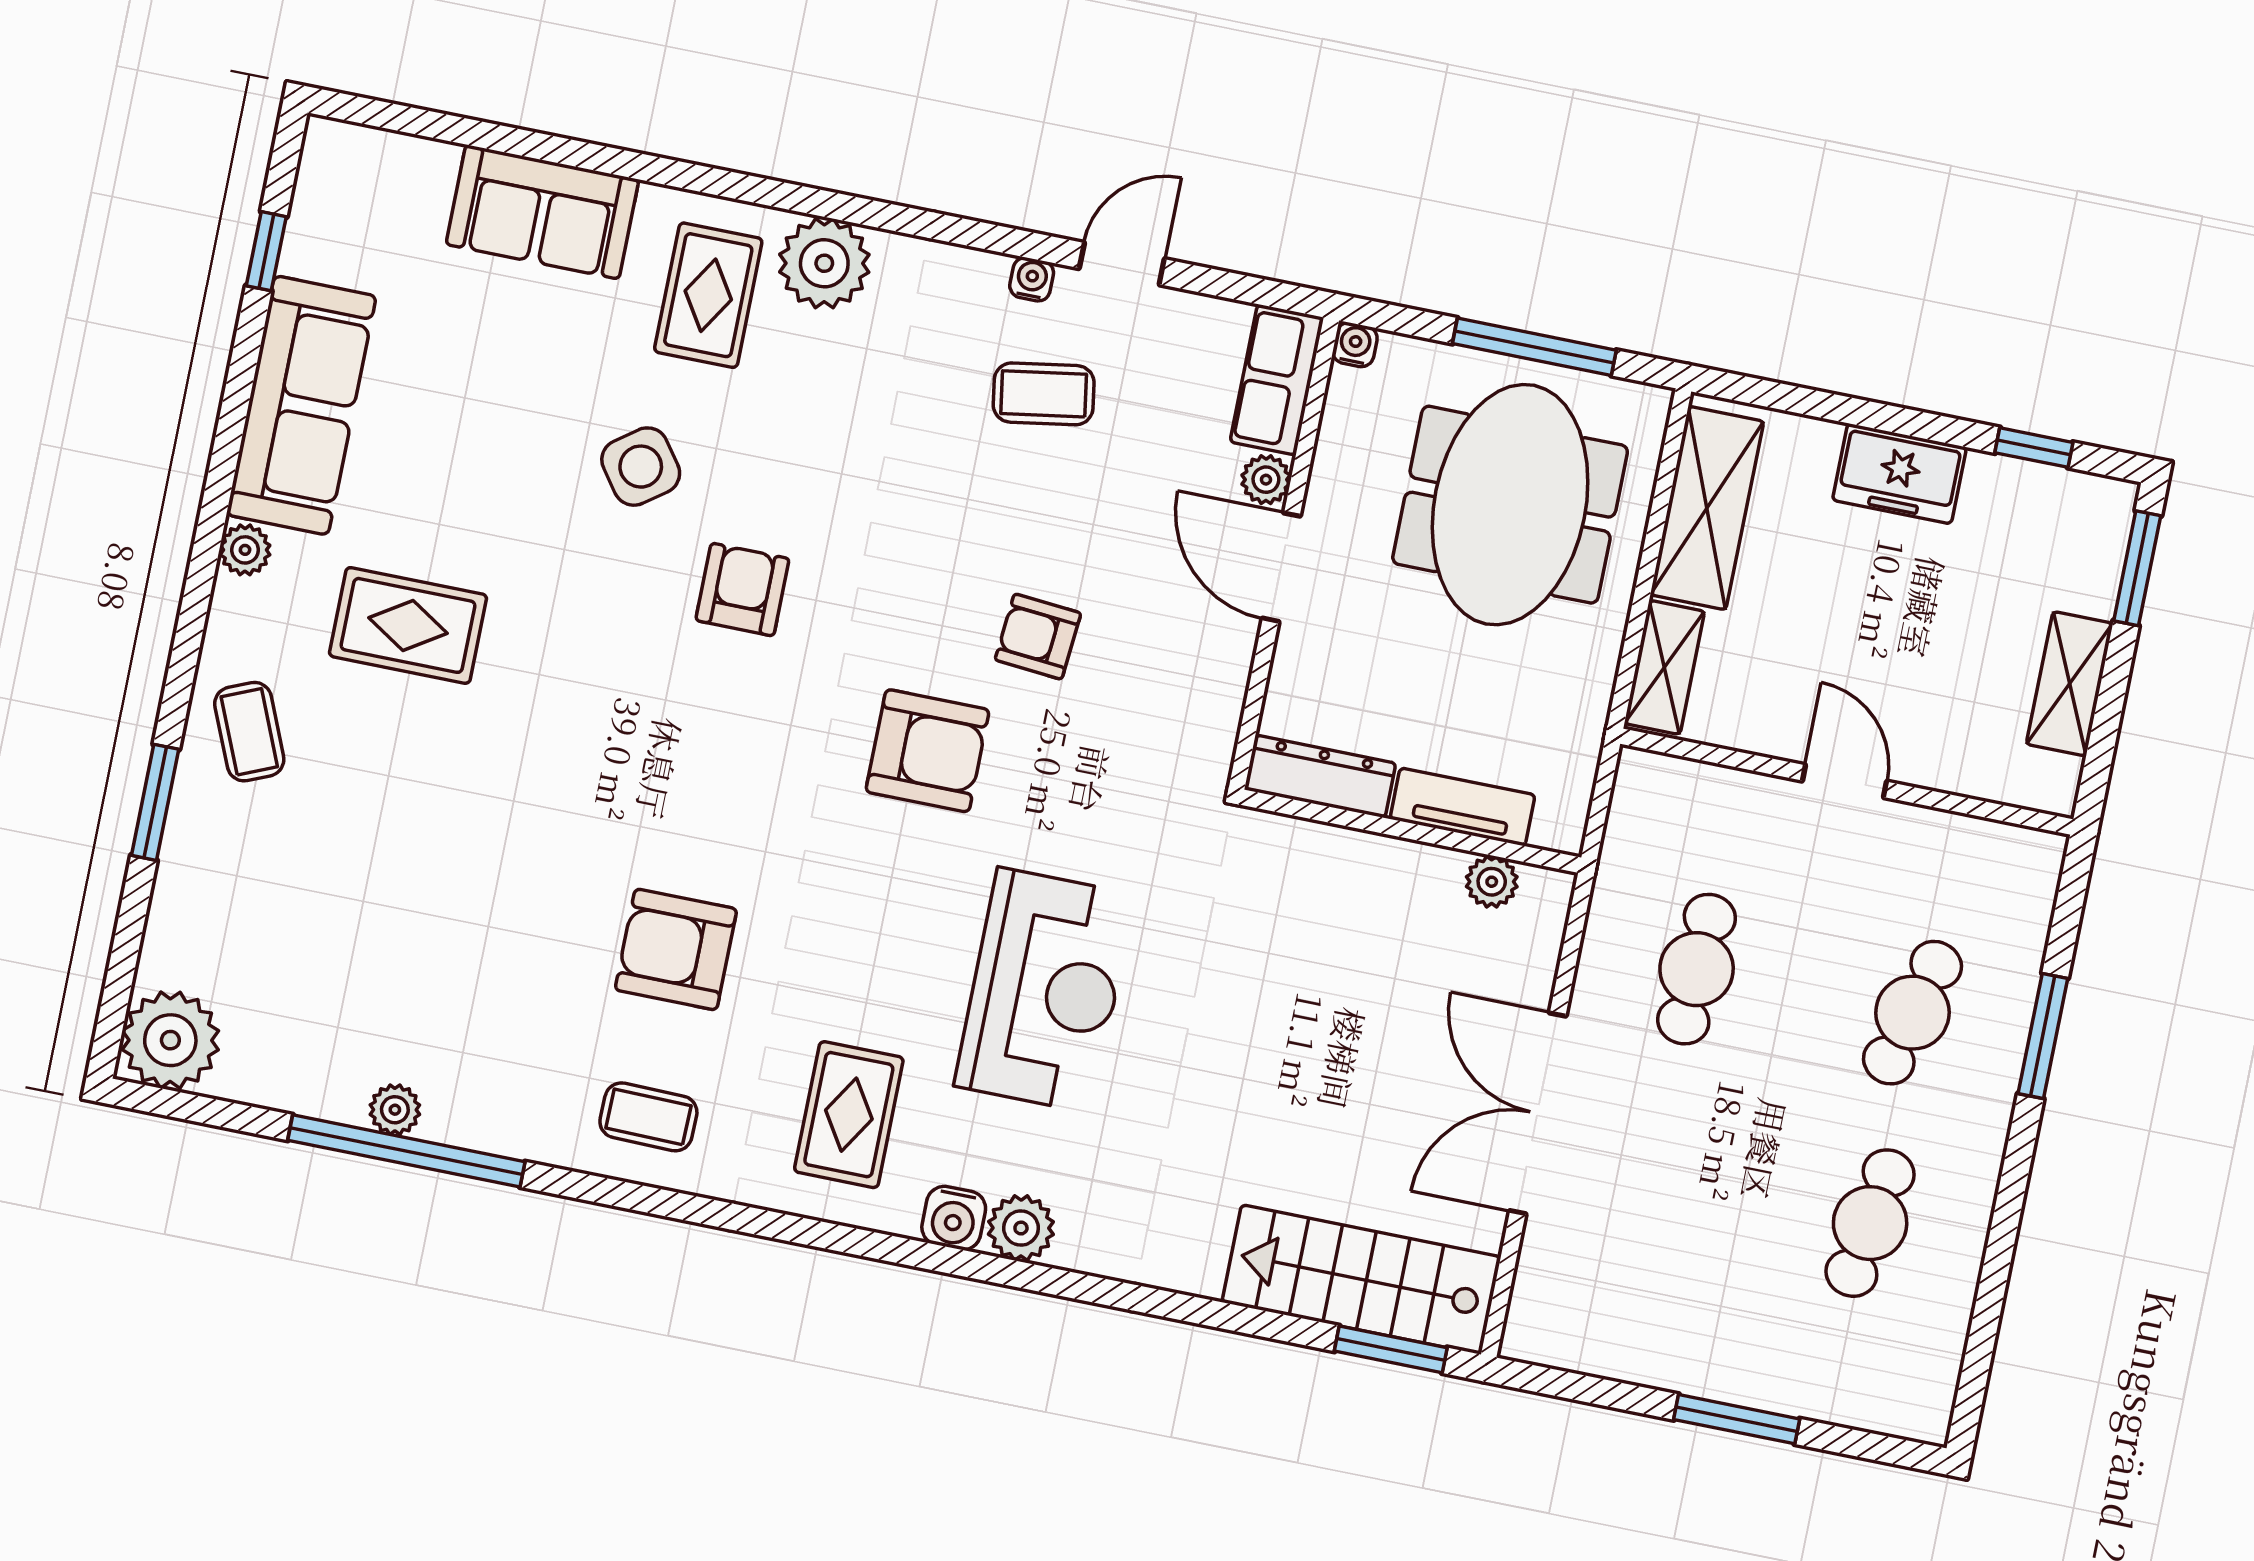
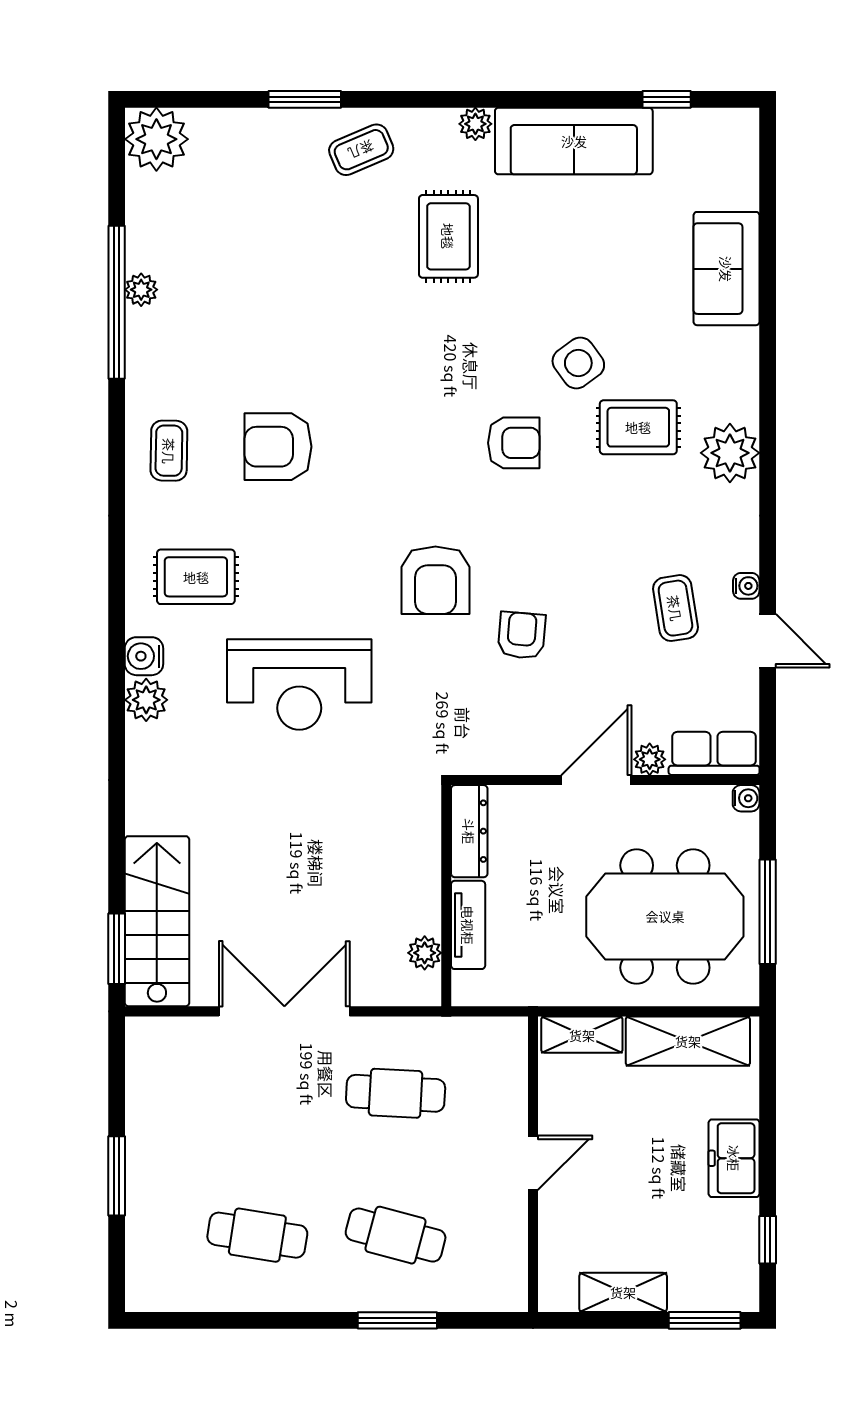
rug: (708, 295) -> (638, 427), moved
armchair: (676, 949) -> (278, 447), turned -90

